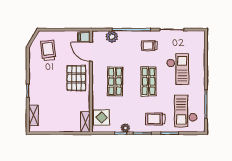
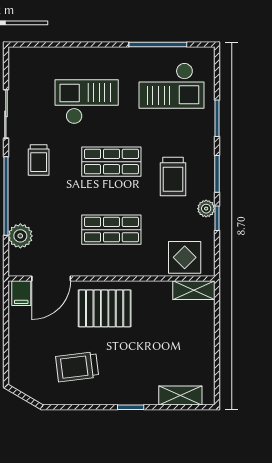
trolley: (48, 50) -> (77, 367), moved
trolley: (155, 119) -> (173, 177), moved

